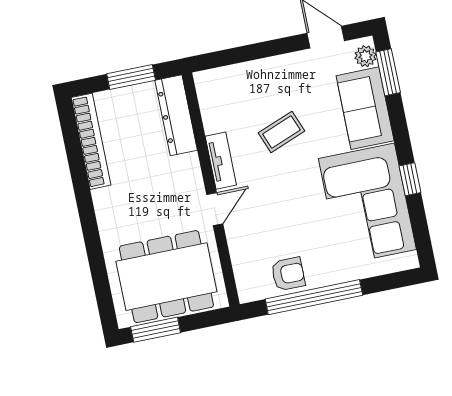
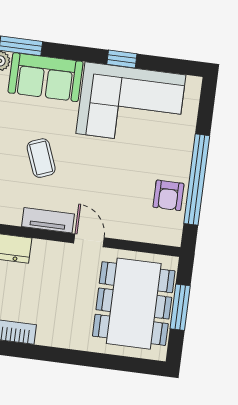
armchair: (288, 274) -> (168, 195), turned 180
window: (156, 330) -> (180, 307), moved

